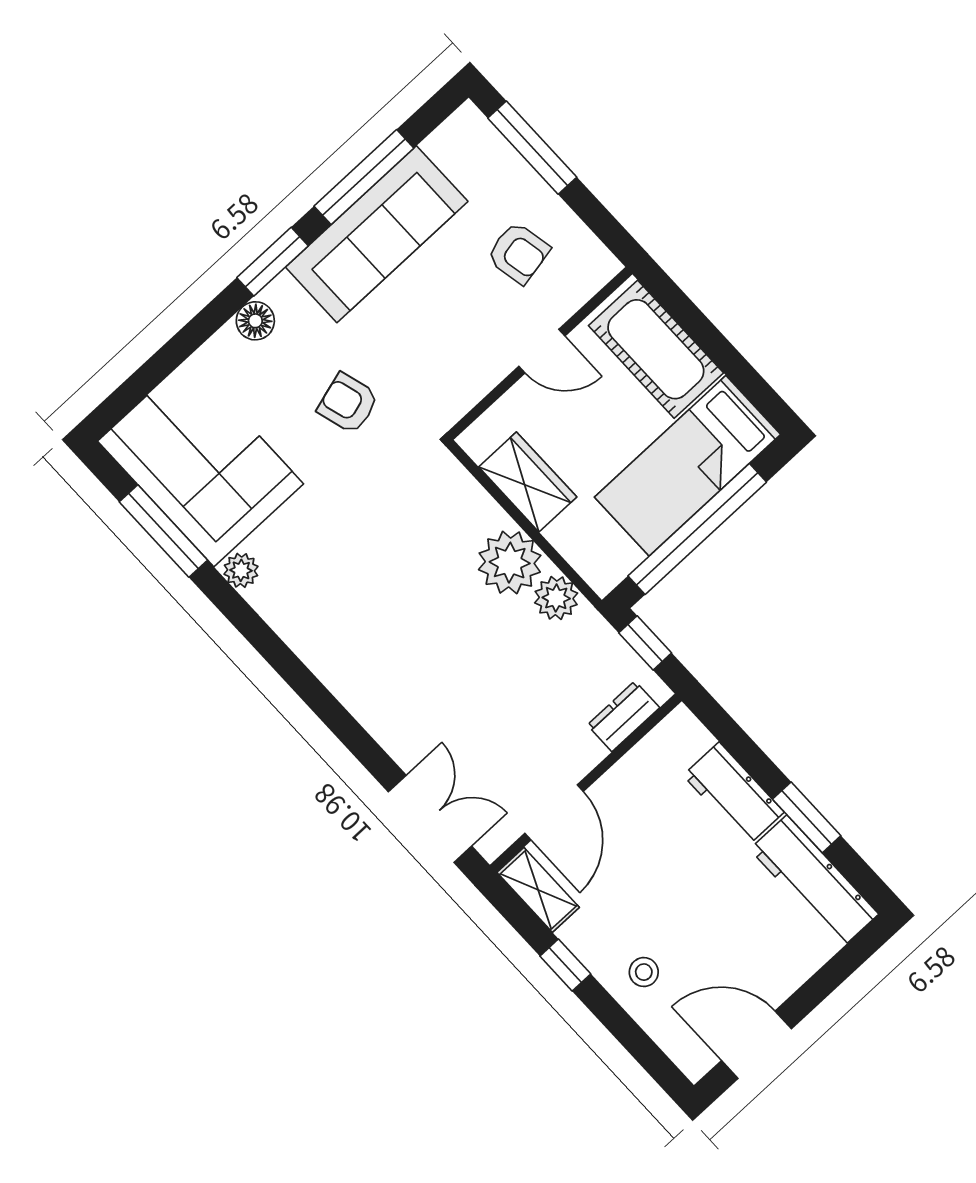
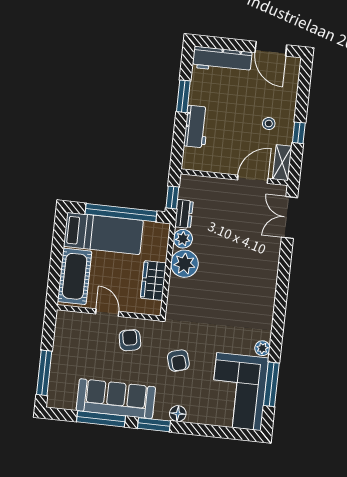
armchair: (518, 253) -> (130, 340), moved
dresser: (623, 716) -> (184, 214), moved, turned -90
workbench: (814, 882) -> (222, 60), moved, turned 90
stool: (644, 972) -> (269, 124), moved

